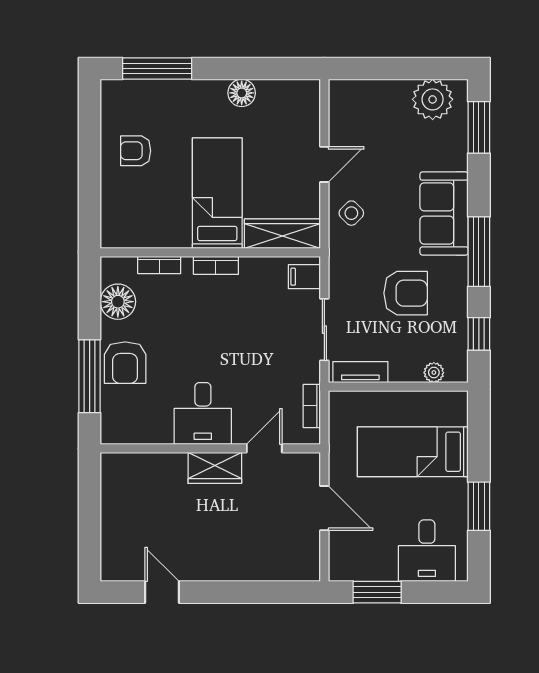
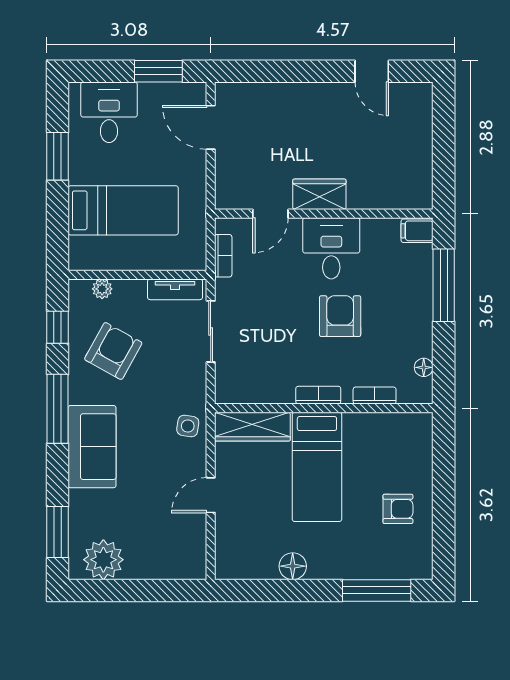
side table: (351, 213) -> (188, 426), moved, turned -36
filing cabinet: (304, 277) -> (417, 231), moved, turned 180
armchair: (406, 293) -> (113, 351), moved, turned 119
floor lamp: (118, 302) -> (424, 367), width x0.53, depth x0.53
armchair: (125, 363) -> (340, 316), moved
door: (324, 508) -> (211, 127), moved

